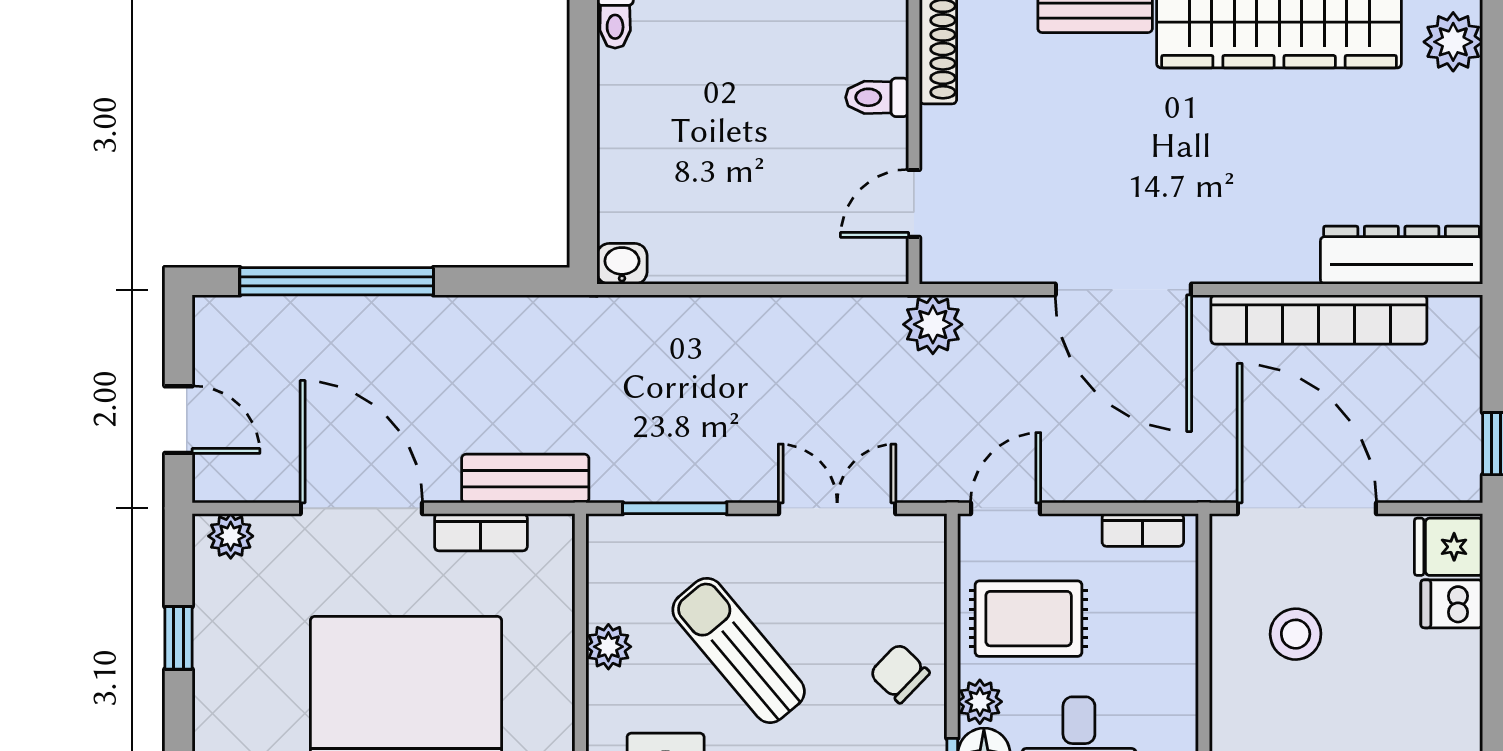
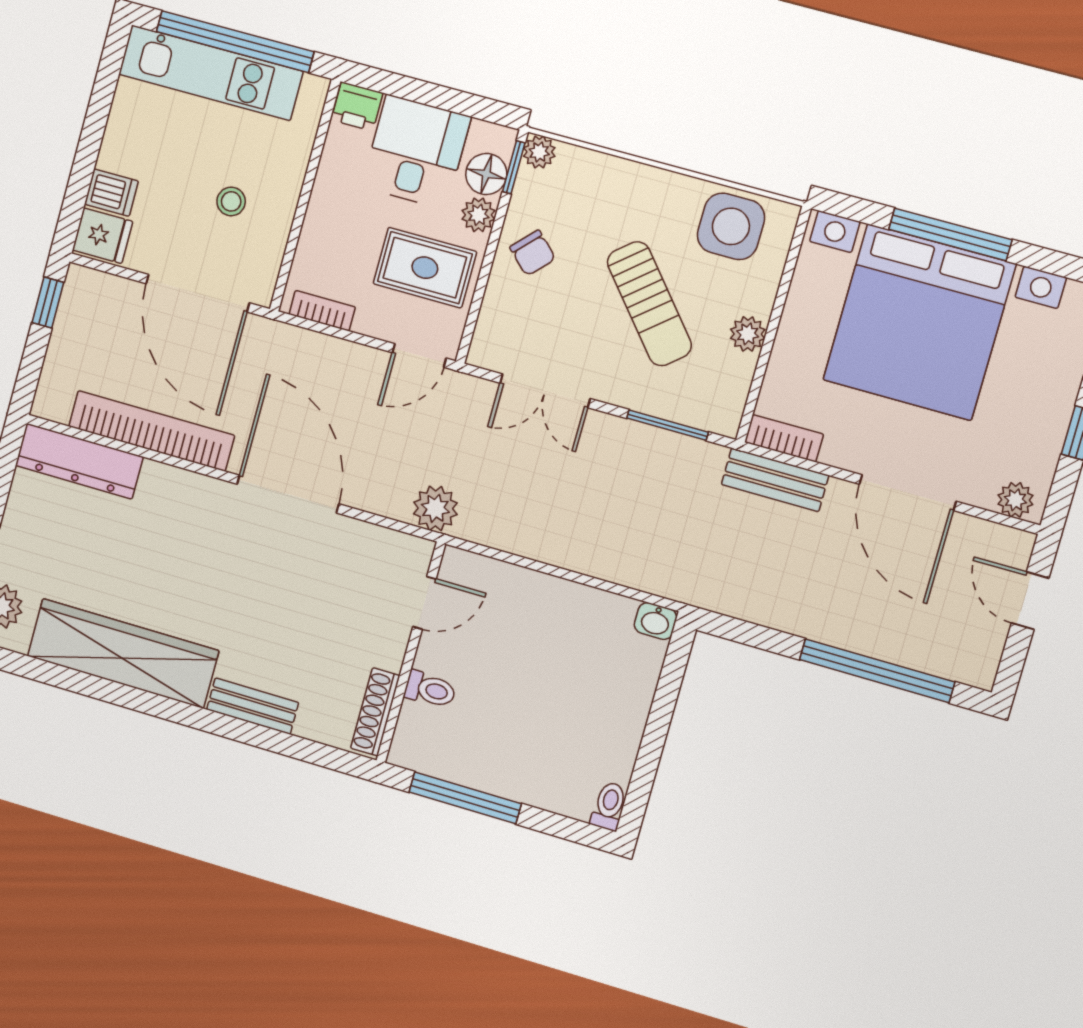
bookcase: (481, 532) -> (784, 438), moved
stool: (1296, 634) -> (231, 201), width x0.73, depth x0.73

